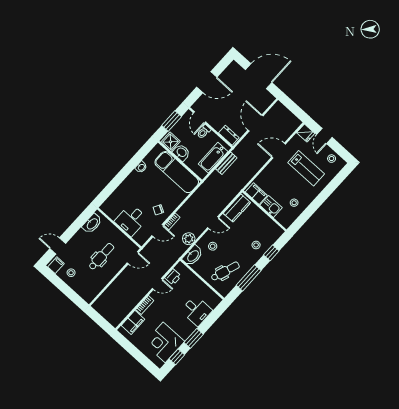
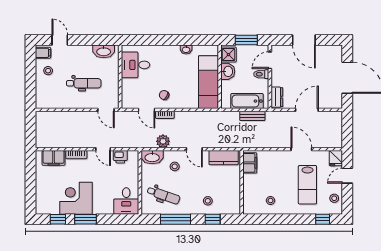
window: (339, 179) -> (323, 219), added
kitchen sink: (271, 206) -> (250, 184), removed
desk: (131, 220) -> (136, 65), moved
desk: (196, 311) -> (126, 201), moved
corner desk: (164, 342) -> (76, 198), moved

